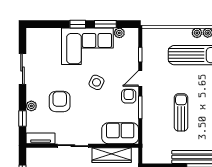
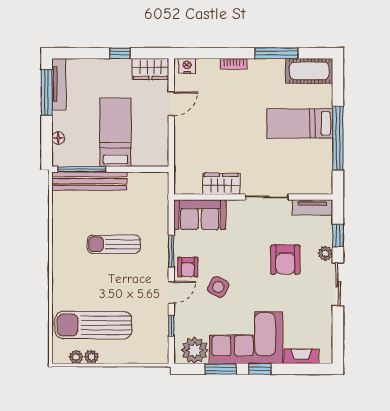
fireplace: (48, 33) -> (301, 356), added
plant: (119, 33) -> (195, 350), width x1.87, depth x1.87
sliding door: (22, 69) -> (338, 284), moved
side table: (97, 82) -> (218, 287), moved
sun lounger: (181, 112) -> (114, 244), turned 90
wardrobe: (112, 155) -> (221, 184), width x0.67

